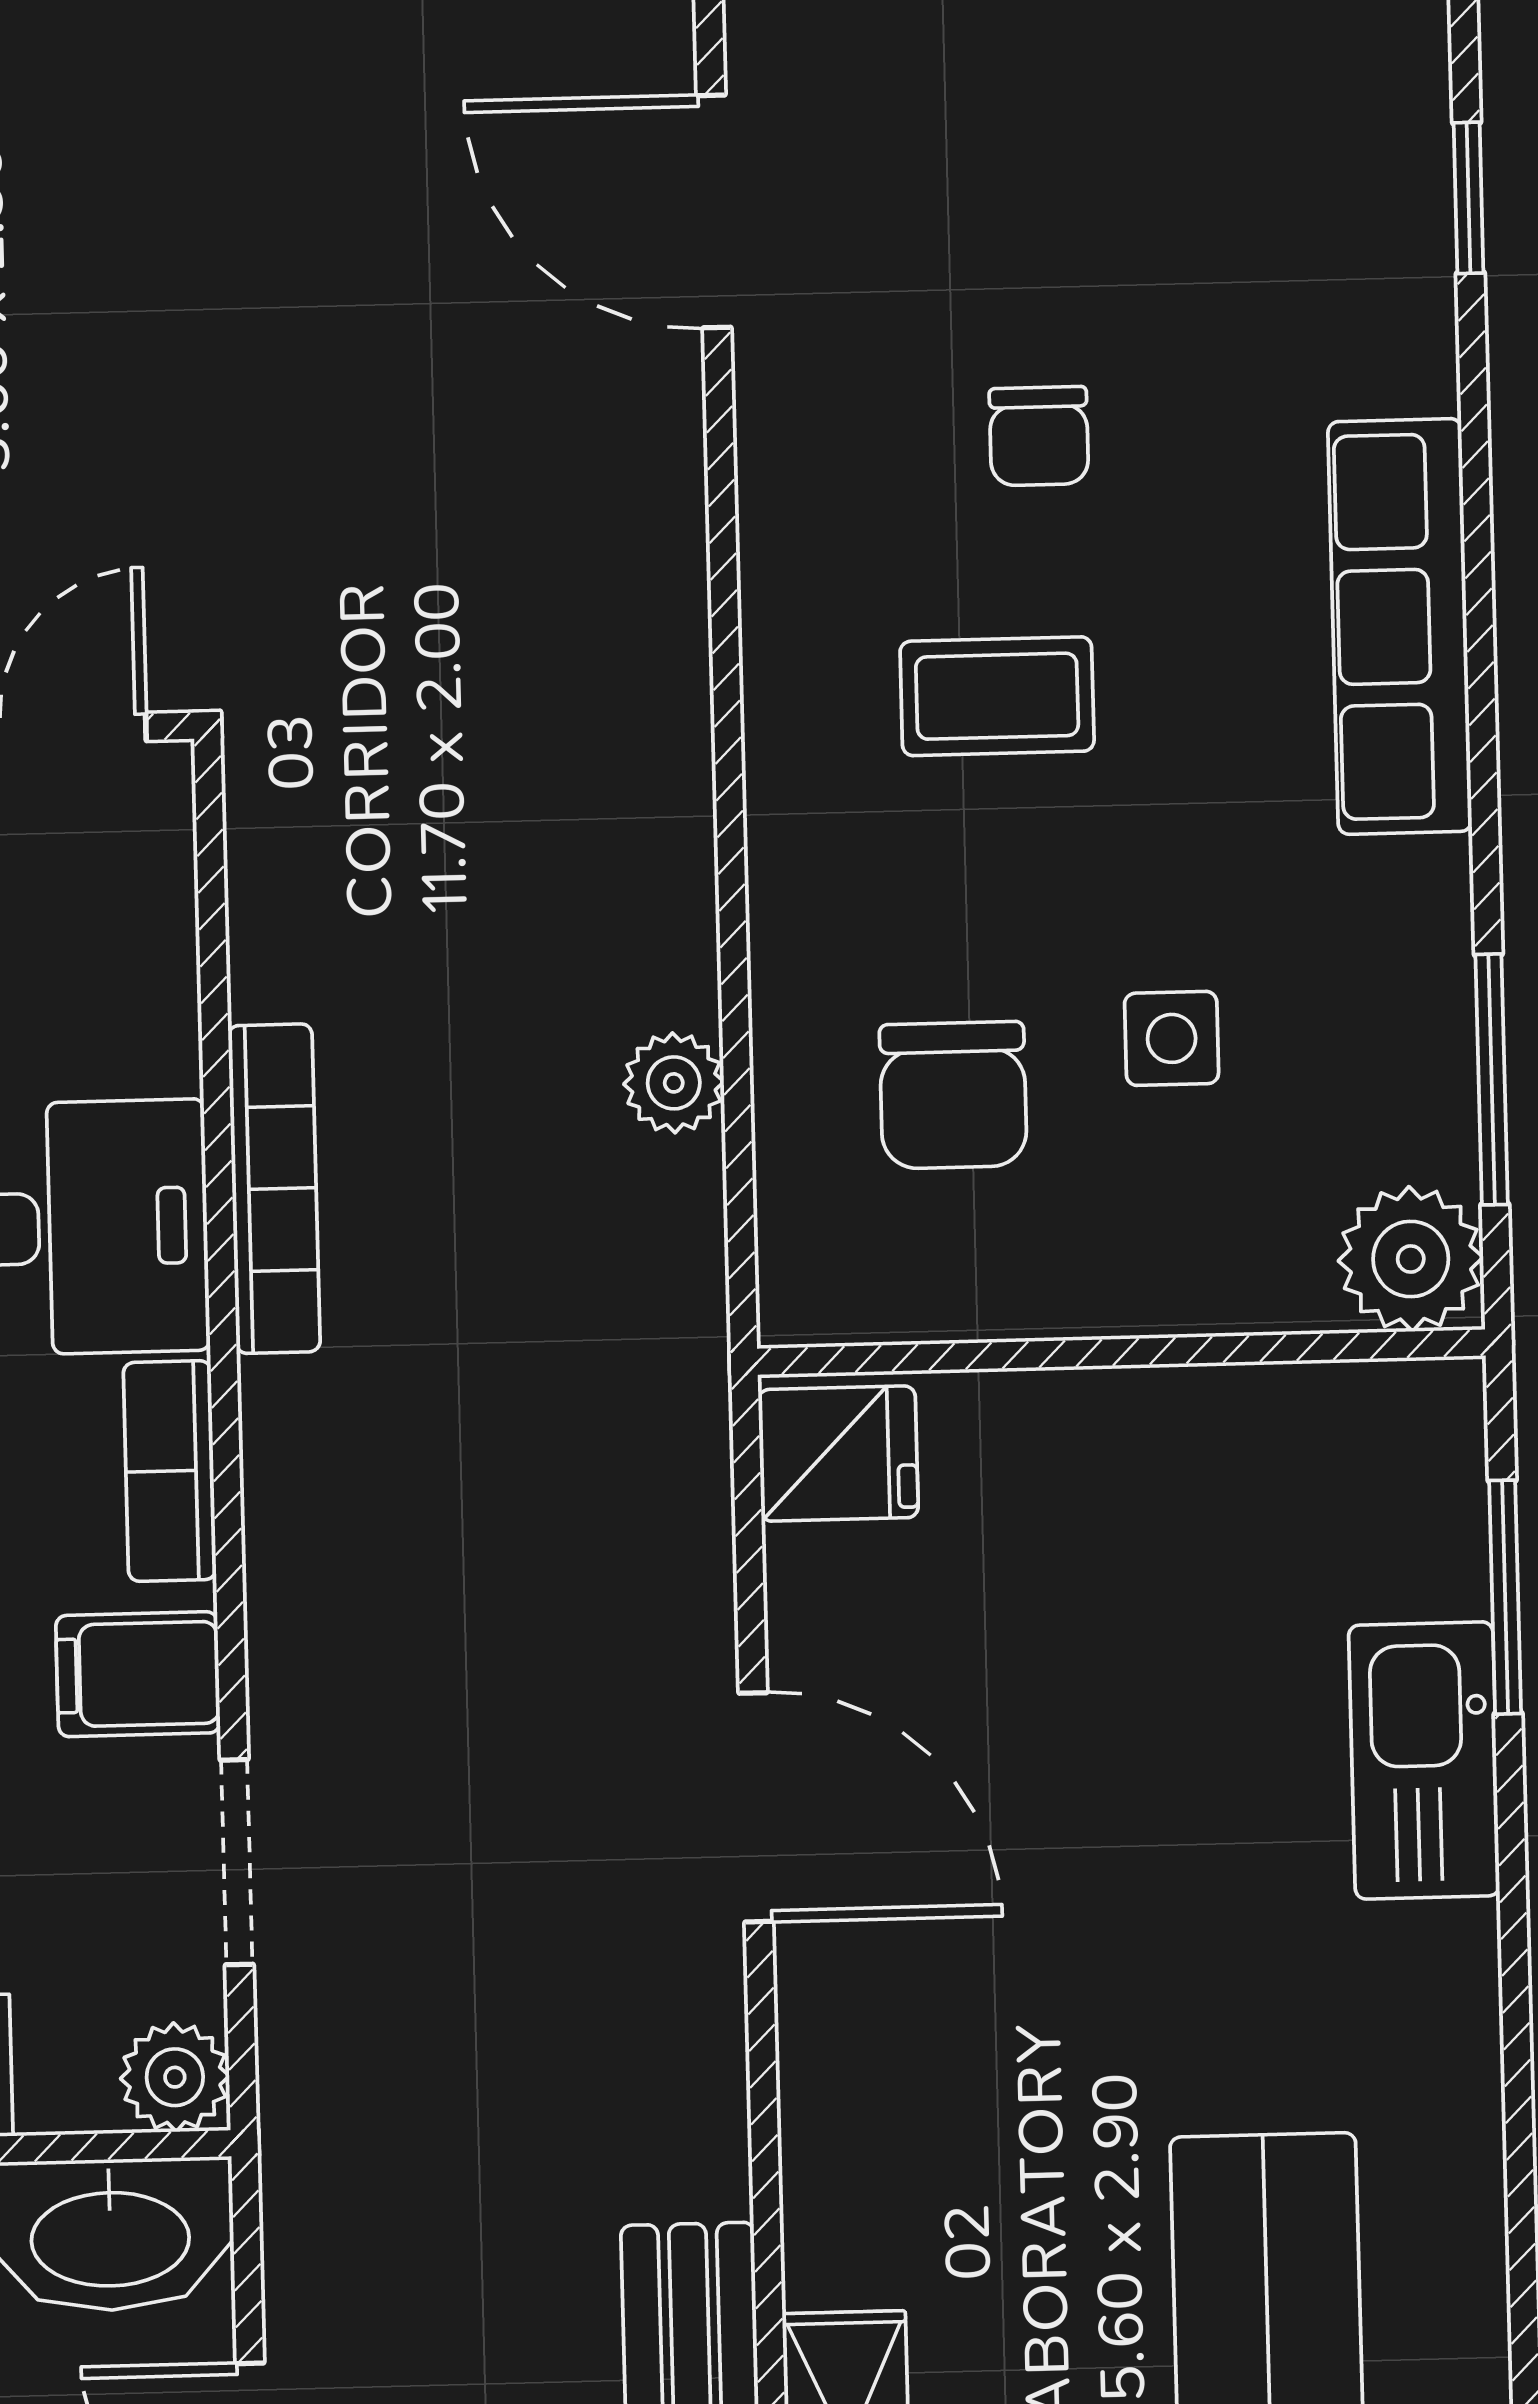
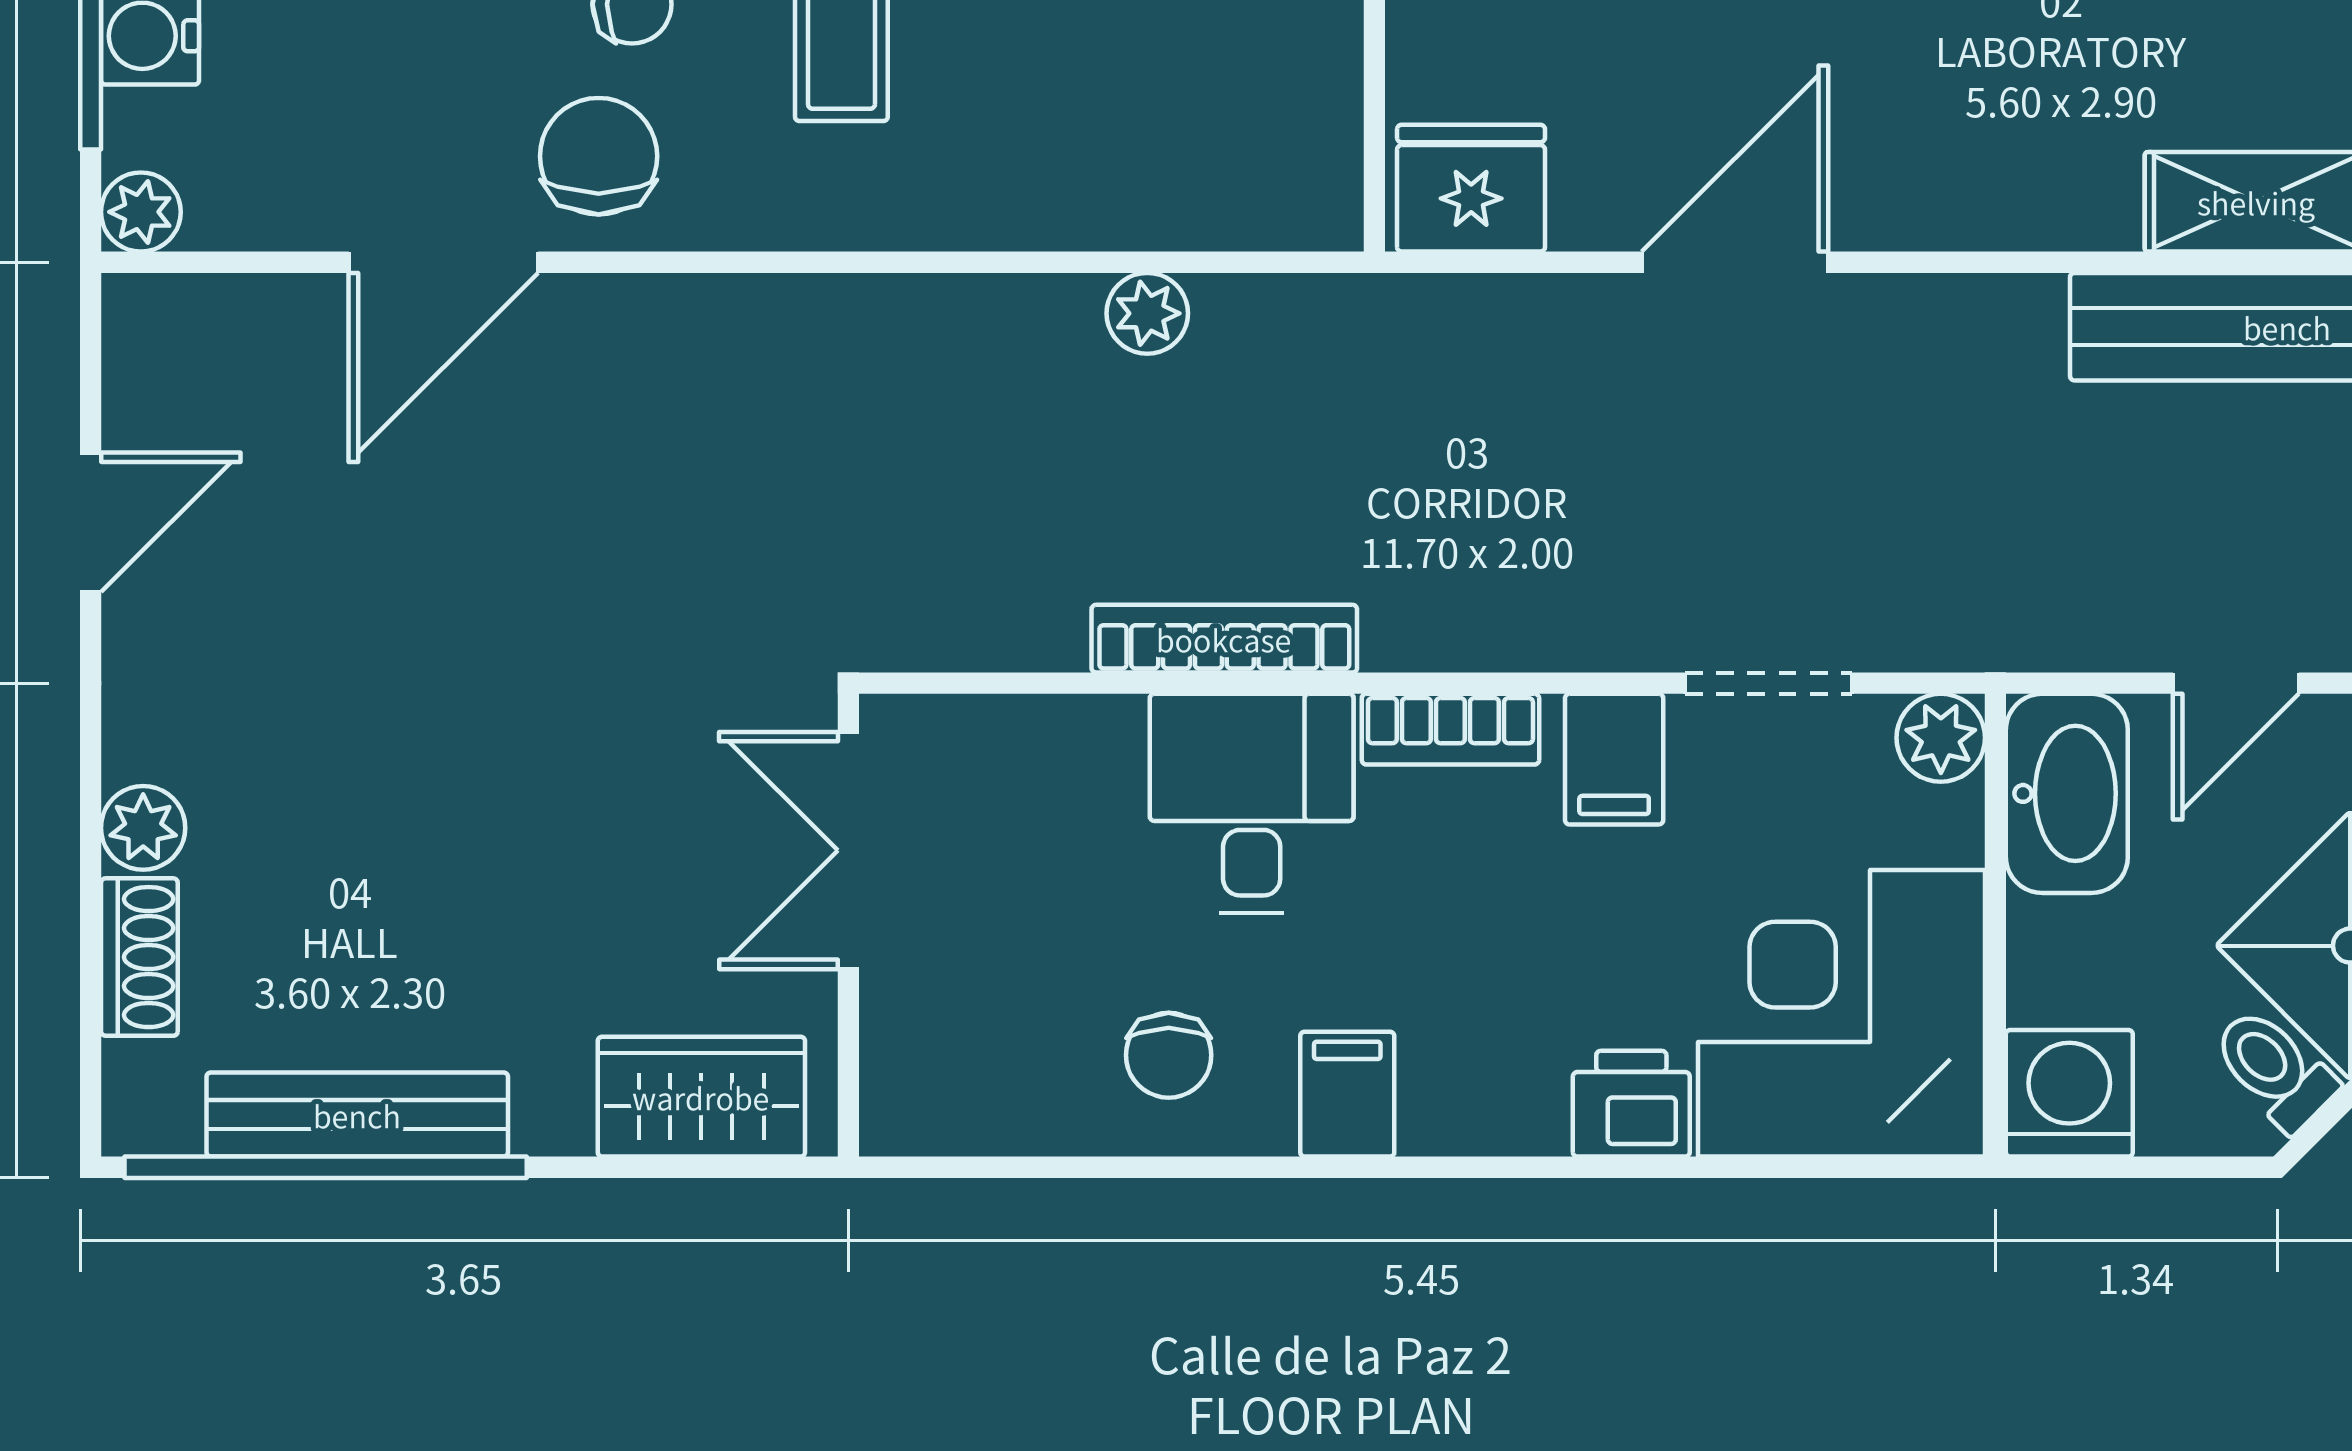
chair: (953, 1095) -> (599, 156), moved, turned -90
fridge: (838, 1454) -> (1471, 188), width x1.38

